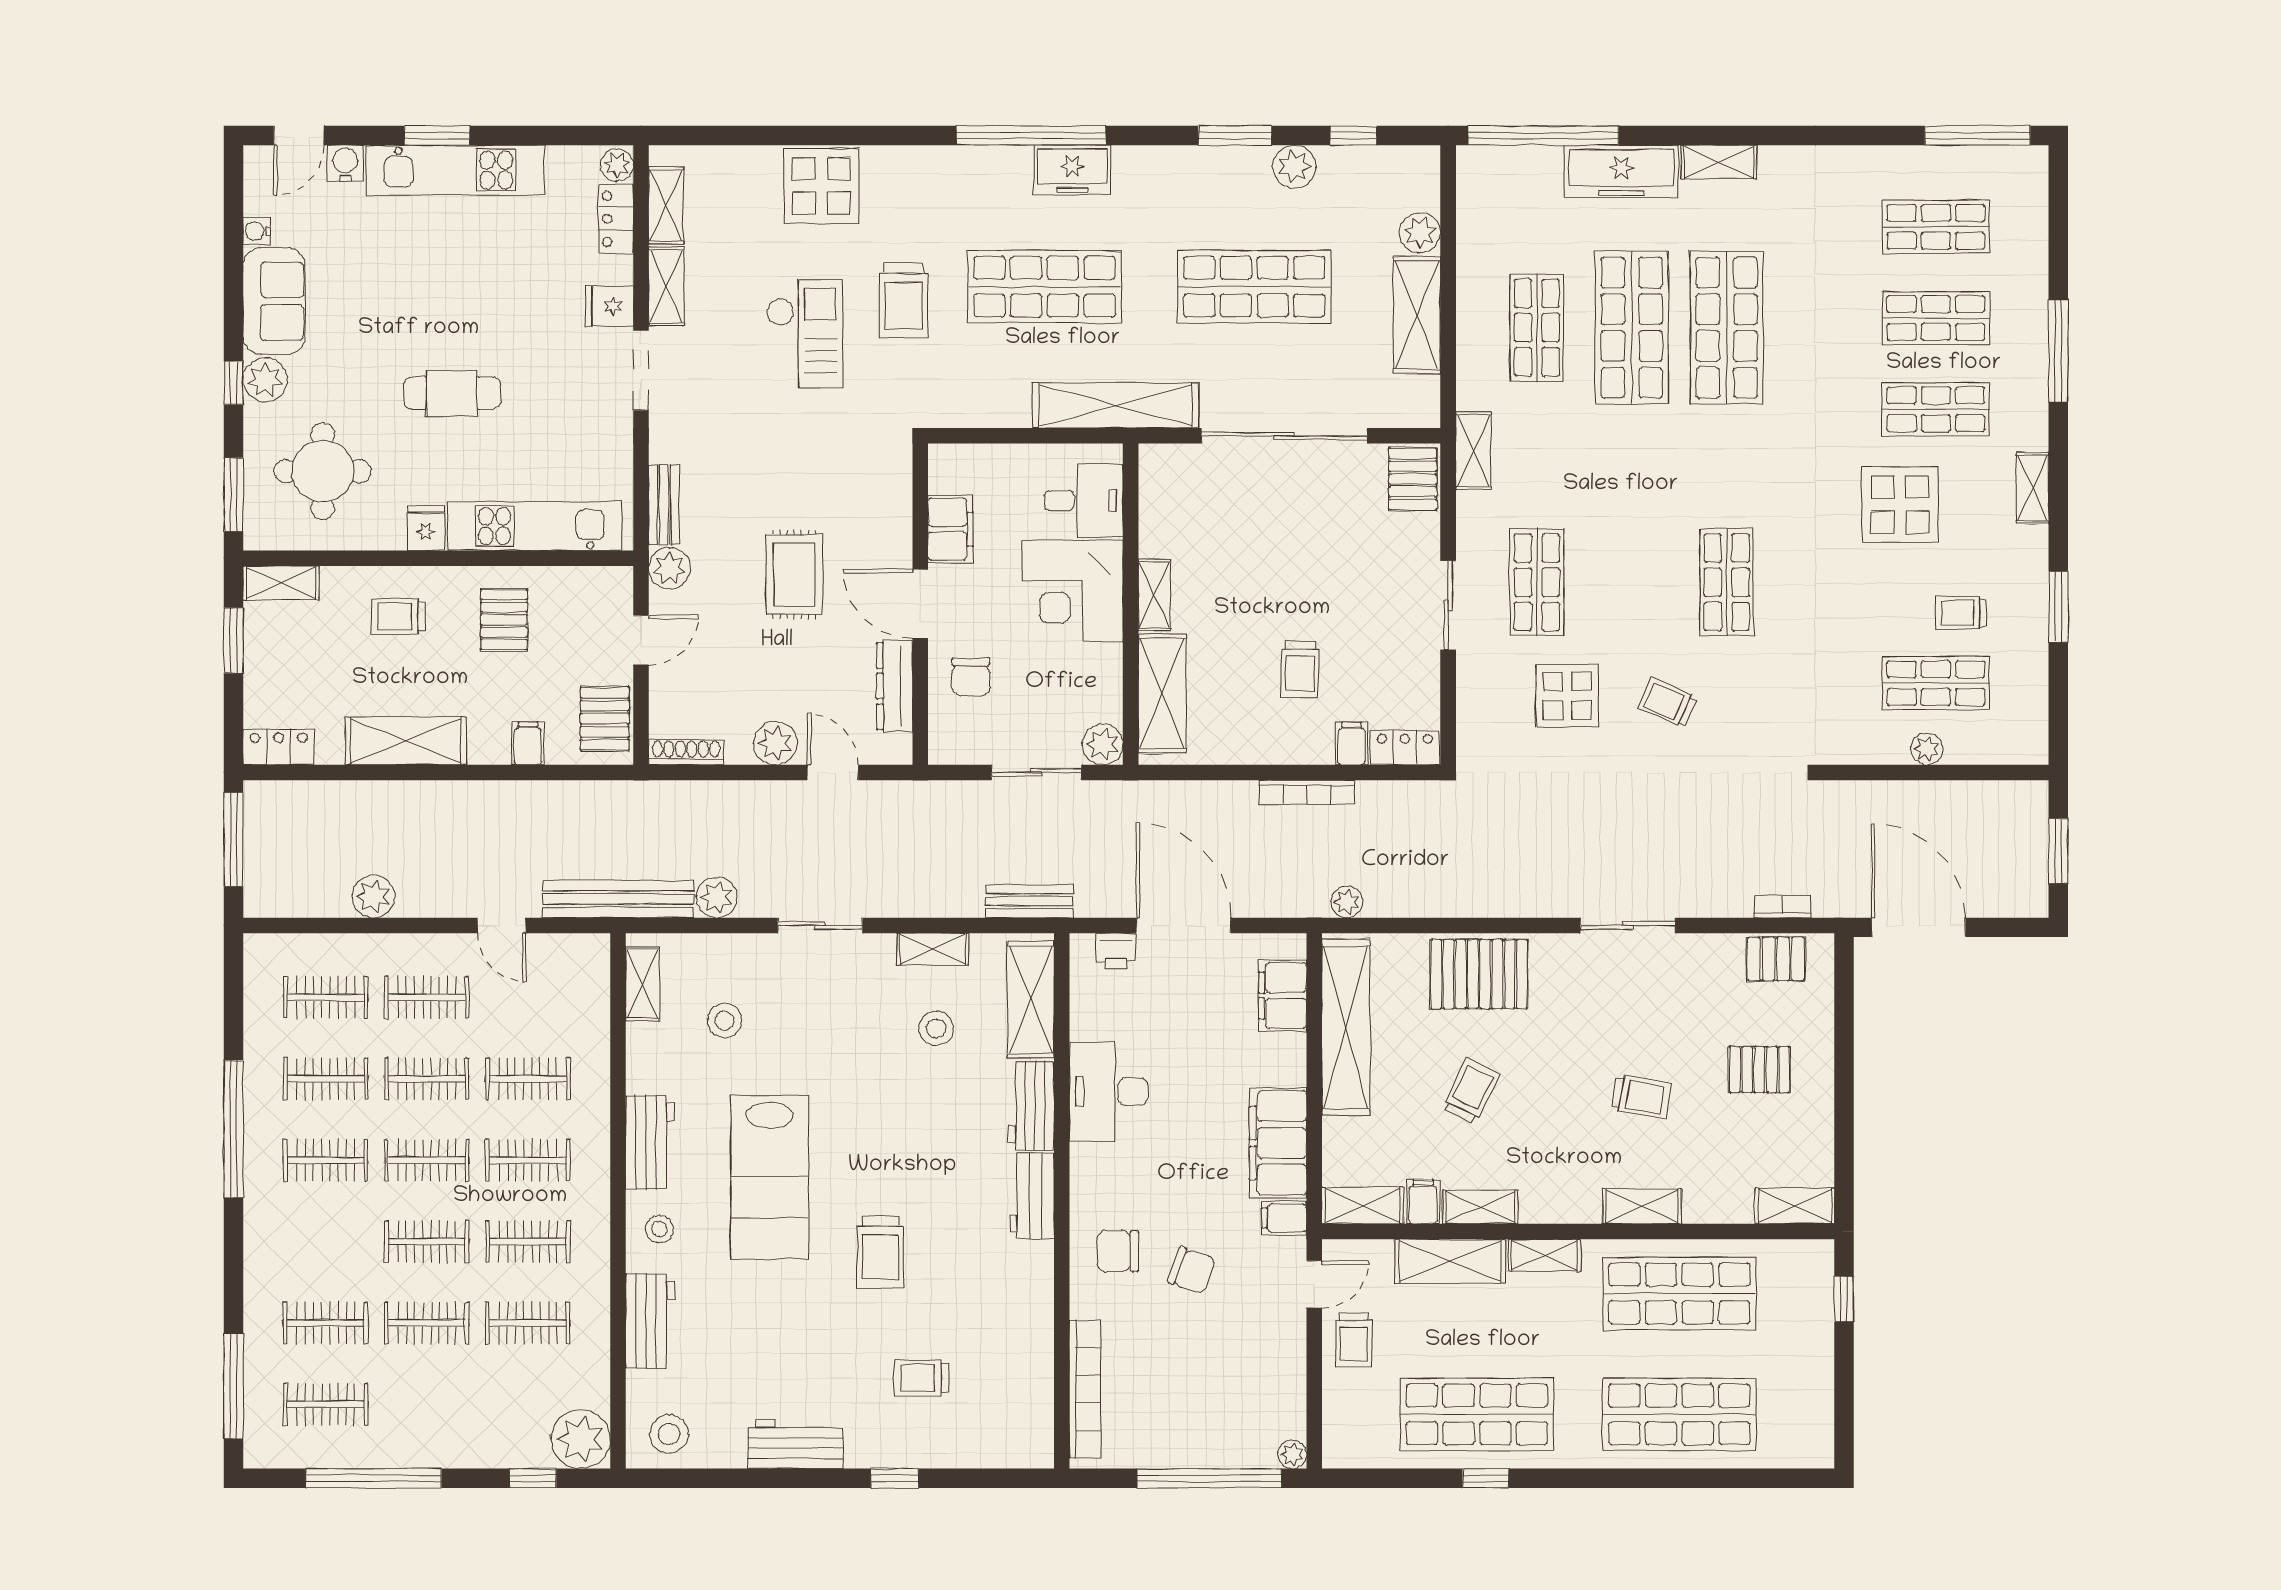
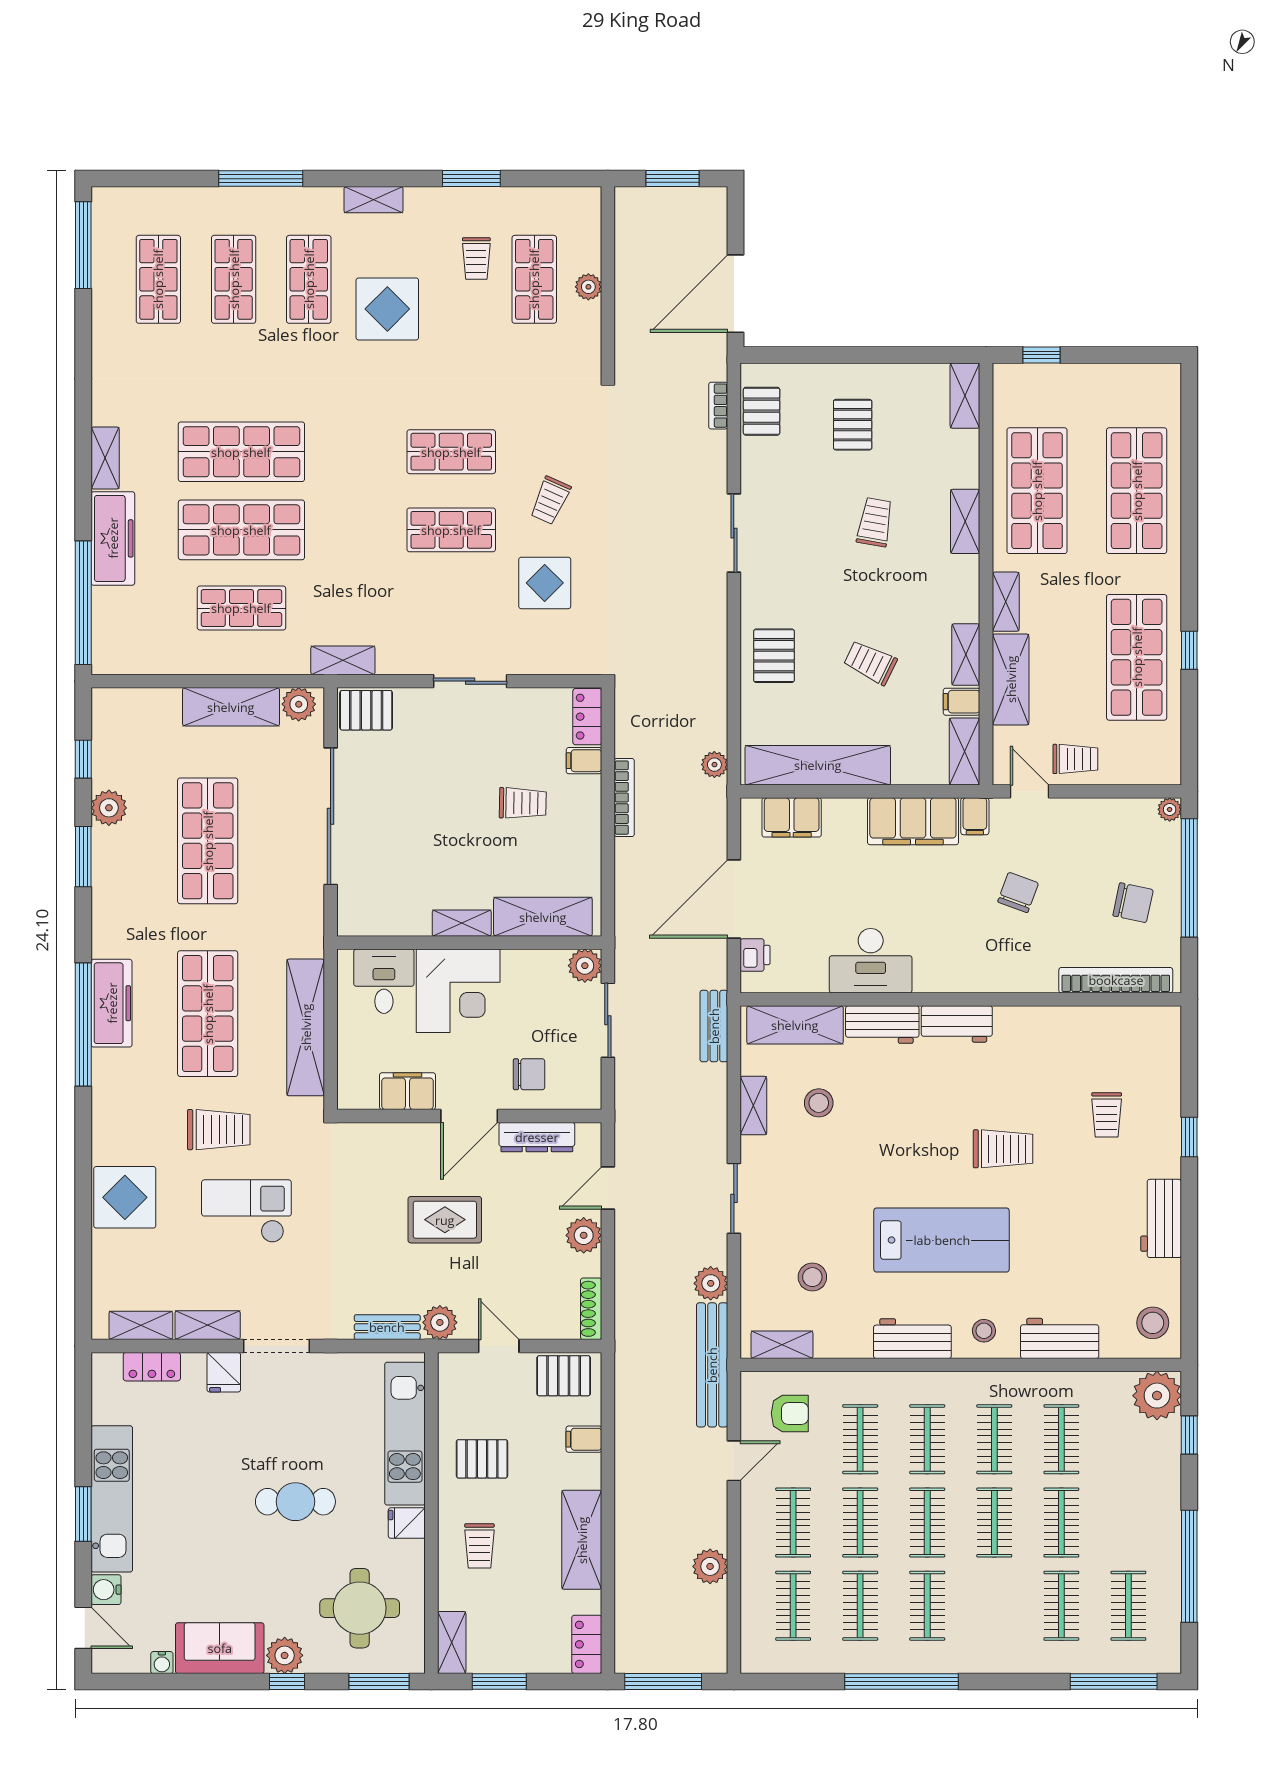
plant: (617, 165) -> (107, 1366), removed
freezer: (1072, 170) -> (112, 1003), width x1.40
plant: (1420, 233) -> (299, 704), moved
cafe table: (452, 393) -> (295, 1502), turned 90
shelving: (1116, 405) -> (306, 1027), moved
shop shelf: (1537, 582) -> (451, 530), moved
pallet: (1479, 974) -> (774, 656), width x0.67, depth x0.71
armchair: (559, 993) -> (790, 1413), added
chair: (1118, 1251) -> (1133, 903), moved, turned -78

